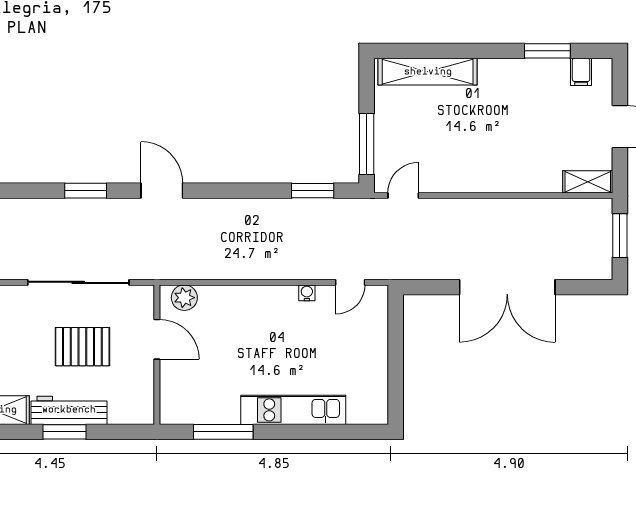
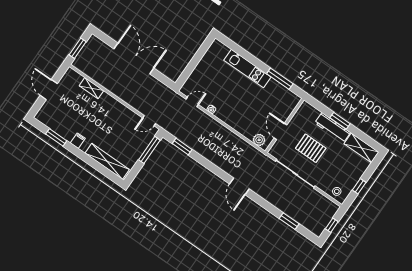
filing cabinet: (581, 72) -> (78, 141), moved
shelving: (588, 182) -> (91, 88), moved
window: (86, 191) -> (289, 221), moved

